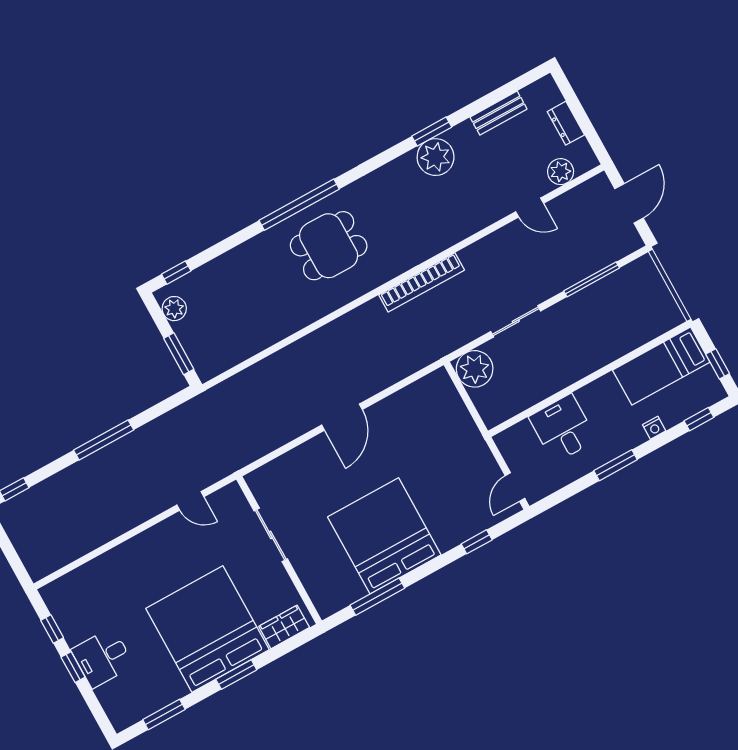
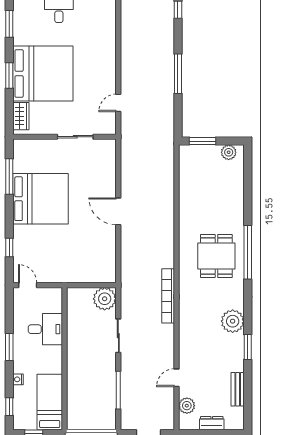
plant: (436, 157) -> (233, 321), moved
window: (176, 273) -> (248, 164), removed

